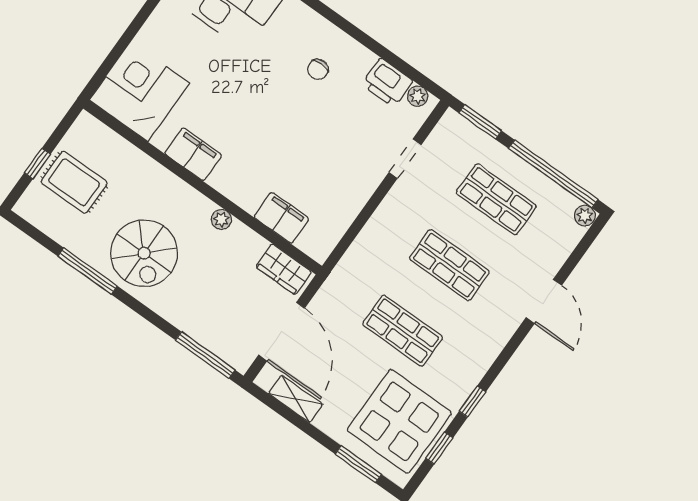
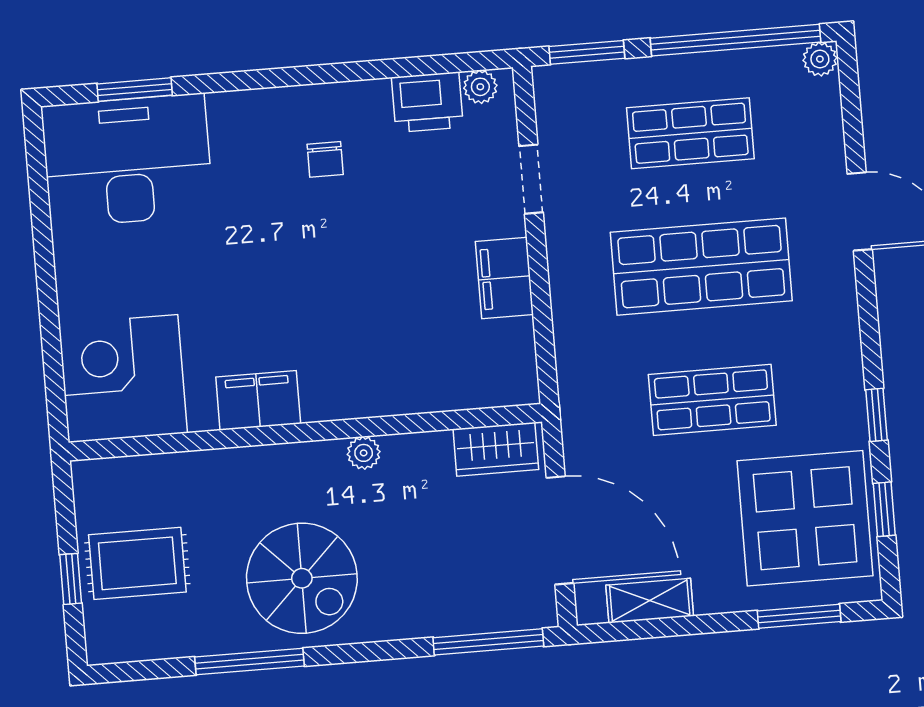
filing cabinet: (281, 218) -> (504, 278), moved, turned -90
shop shelf: (449, 265) -> (701, 267), width x1.43, depth x1.36

